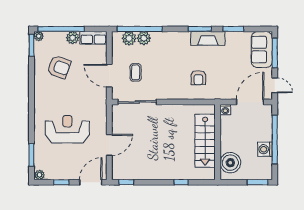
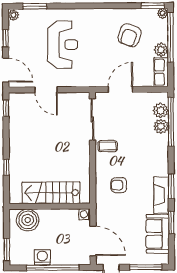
sofa: (262, 50) -> (158, 234), moved, turned -90
coffee table: (136, 72) -> (108, 146), moved

